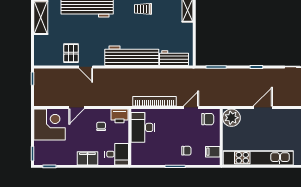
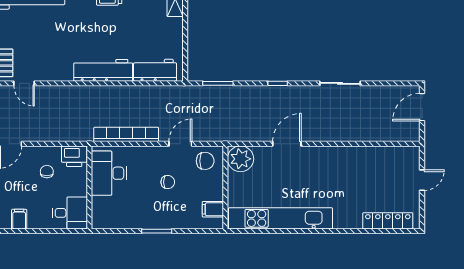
workbench: (132, 56) -> (103, 70), width x0.73, depth x0.76
chair: (186, 151) -> (168, 182), moved
filing cabinet: (87, 158) -> (19, 219), width x0.50

